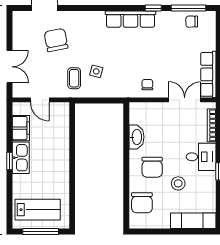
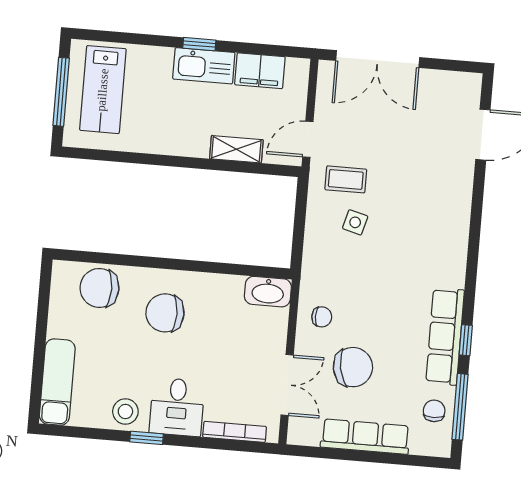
row of seats: (131, 19) -> (445, 336), moved
chair: (56, 40) -> (353, 367), moved
double door: (9, 67) -> (378, 59), width x1.37
row of seats: (208, 74) -> (365, 437), moved
door: (40, 100) -> (308, 139), moved
shelving: (63, 137) -> (236, 149), added
washbasin: (136, 137) -> (268, 292), moved
stool: (178, 183) -> (125, 411), moved

